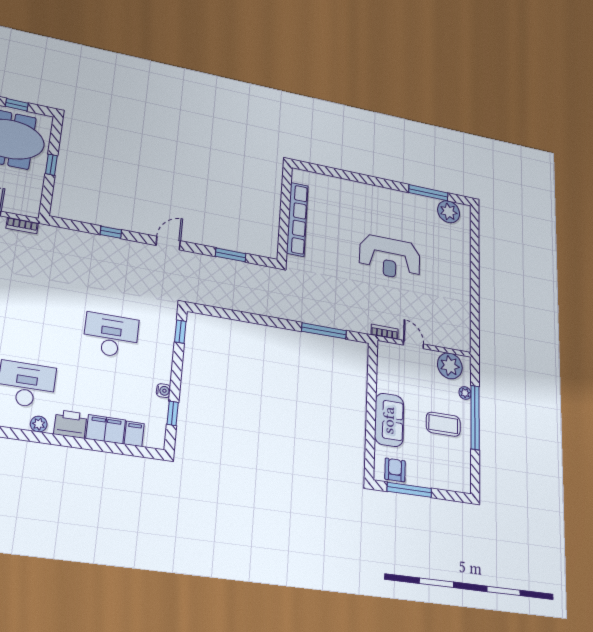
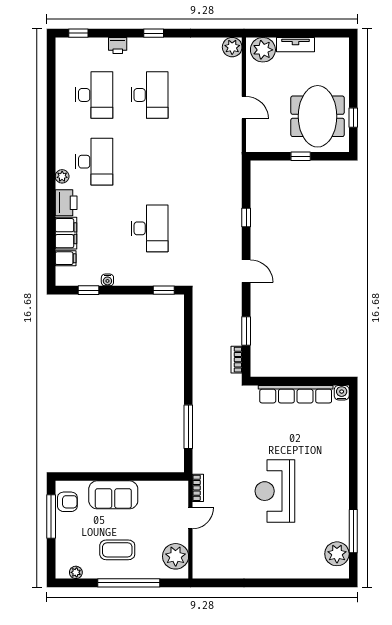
water cooler: (298, 176) -> (342, 393), added
bookcase: (22, 226) -> (237, 360), moved
plant: (465, 393) -> (76, 572), moved
coffee table: (443, 424) -> (117, 550), turned 90

